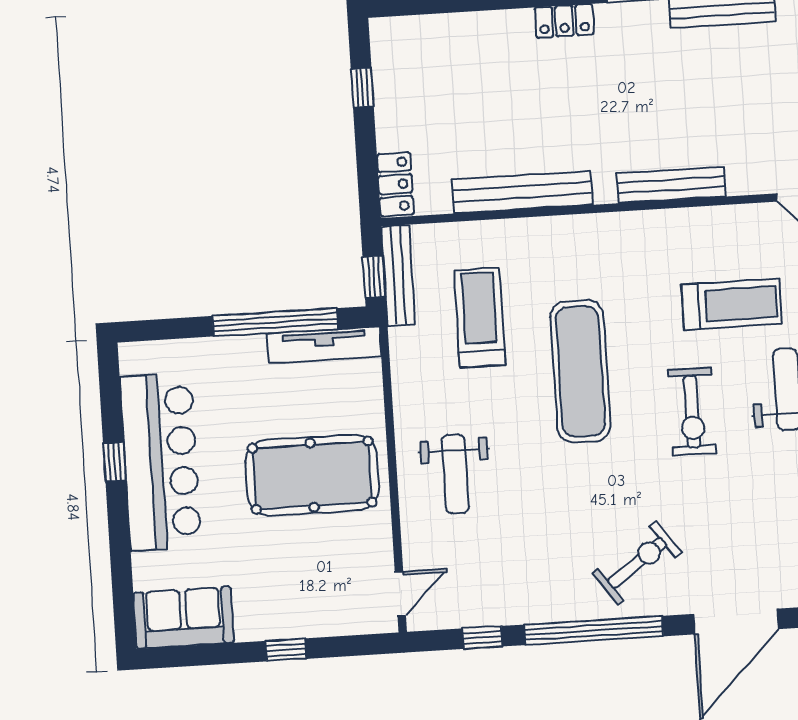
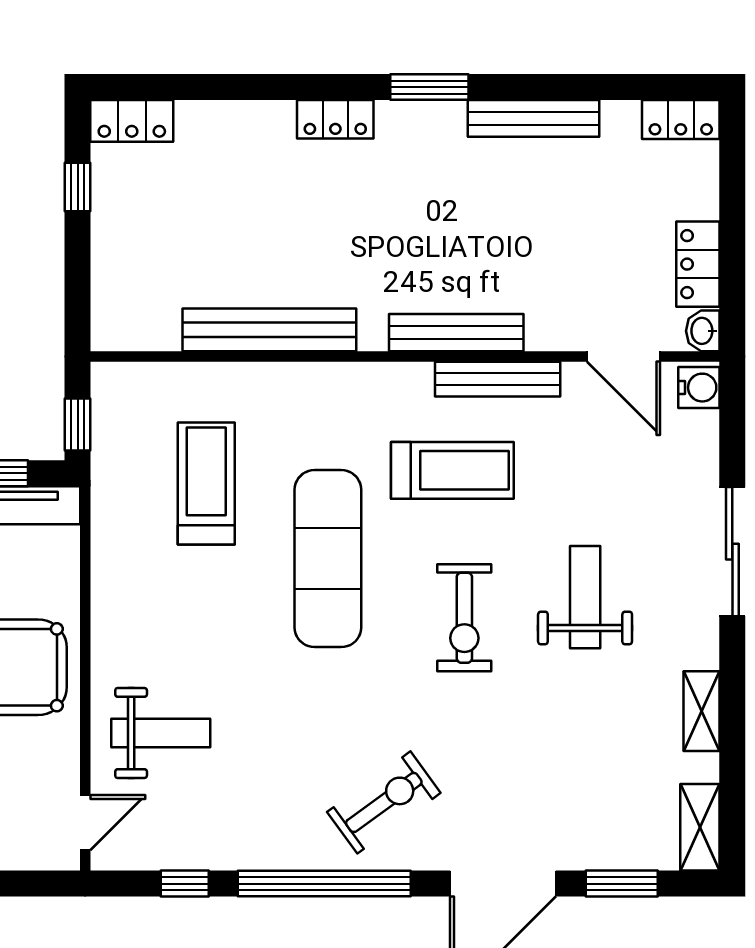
locker: (395, 184) -> (132, 121), moved, turned 90
bench: (398, 275) -> (498, 379), moved, turned 90
treadmill: (732, 304) -> (452, 470), moved
weight bench: (455, 474) -> (161, 733), moved, turned -90

